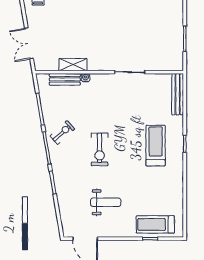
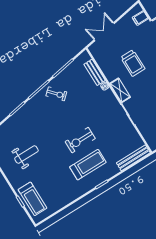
trolley: (80, 34) -> (133, 63), added
shelving: (73, 65) -> (120, 90), moved
exercise bike: (100, 149) -> (80, 140), moved
weight bench: (106, 202) -> (26, 155), turned -90
treadmill: (155, 224) -> (33, 199), turned 180

